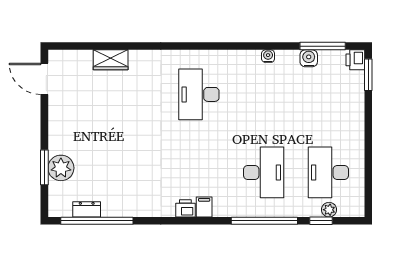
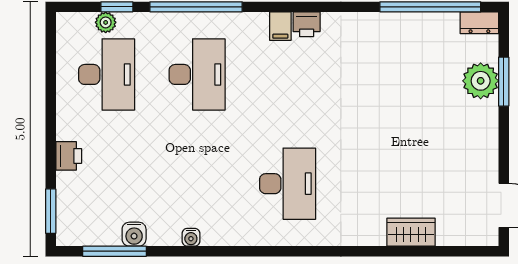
printer: (355, 60) -> (69, 156), moved
desk: (264, 172) -> (197, 74), turned 180
dresser: (87, 209) -> (479, 23), moved

